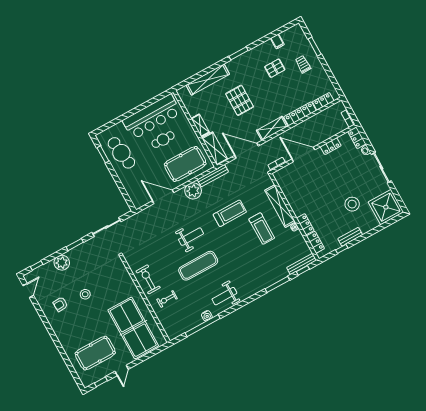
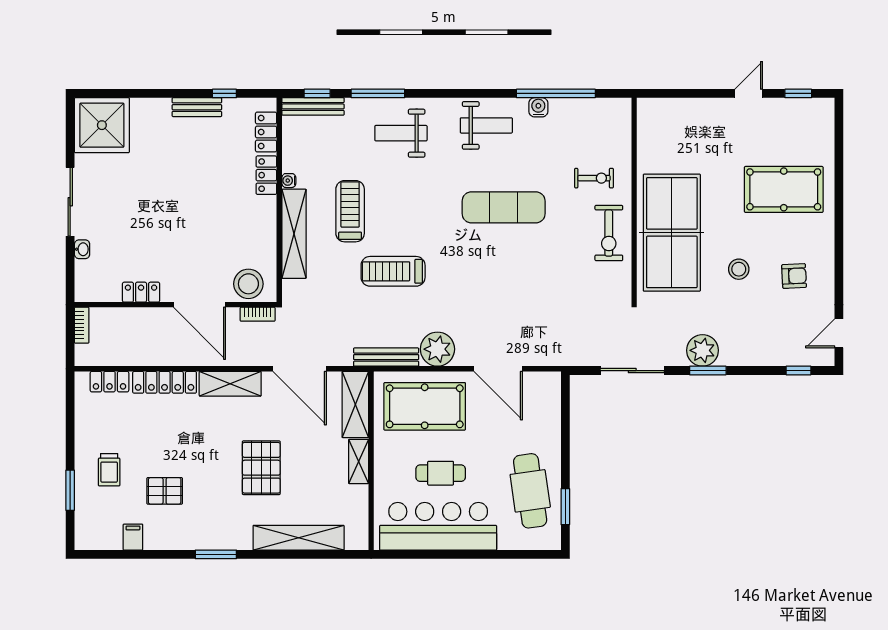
locker: (357, 138) -> (85, 281), removed
stool: (352, 204) -> (248, 284), moved
weight bench: (191, 237) -> (401, 133), moved
plant: (62, 263) -> (702, 350), moved
table tennis table: (133, 328) -> (672, 233), moved
pool table: (95, 353) -> (784, 189), moved

